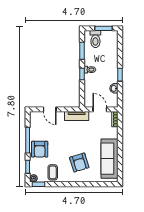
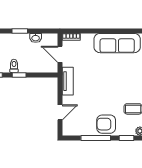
door: (100, 109) -> (60, 54), hinge flipped
armchair: (40, 149) -> (106, 124), turned 180
armchair: (79, 163) -> (122, 78), removed

